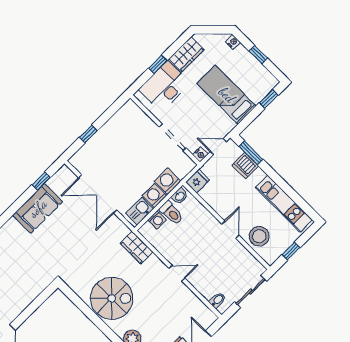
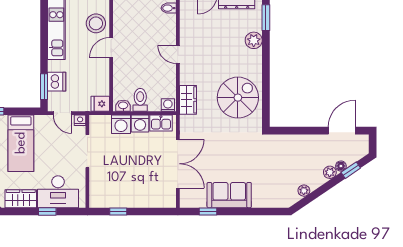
window: (88, 134) -> (118, 211), moved
washing machine: (157, 220) -> (168, 105), moved
spiral stairs: (112, 298) -> (238, 98), moved, turned 90

